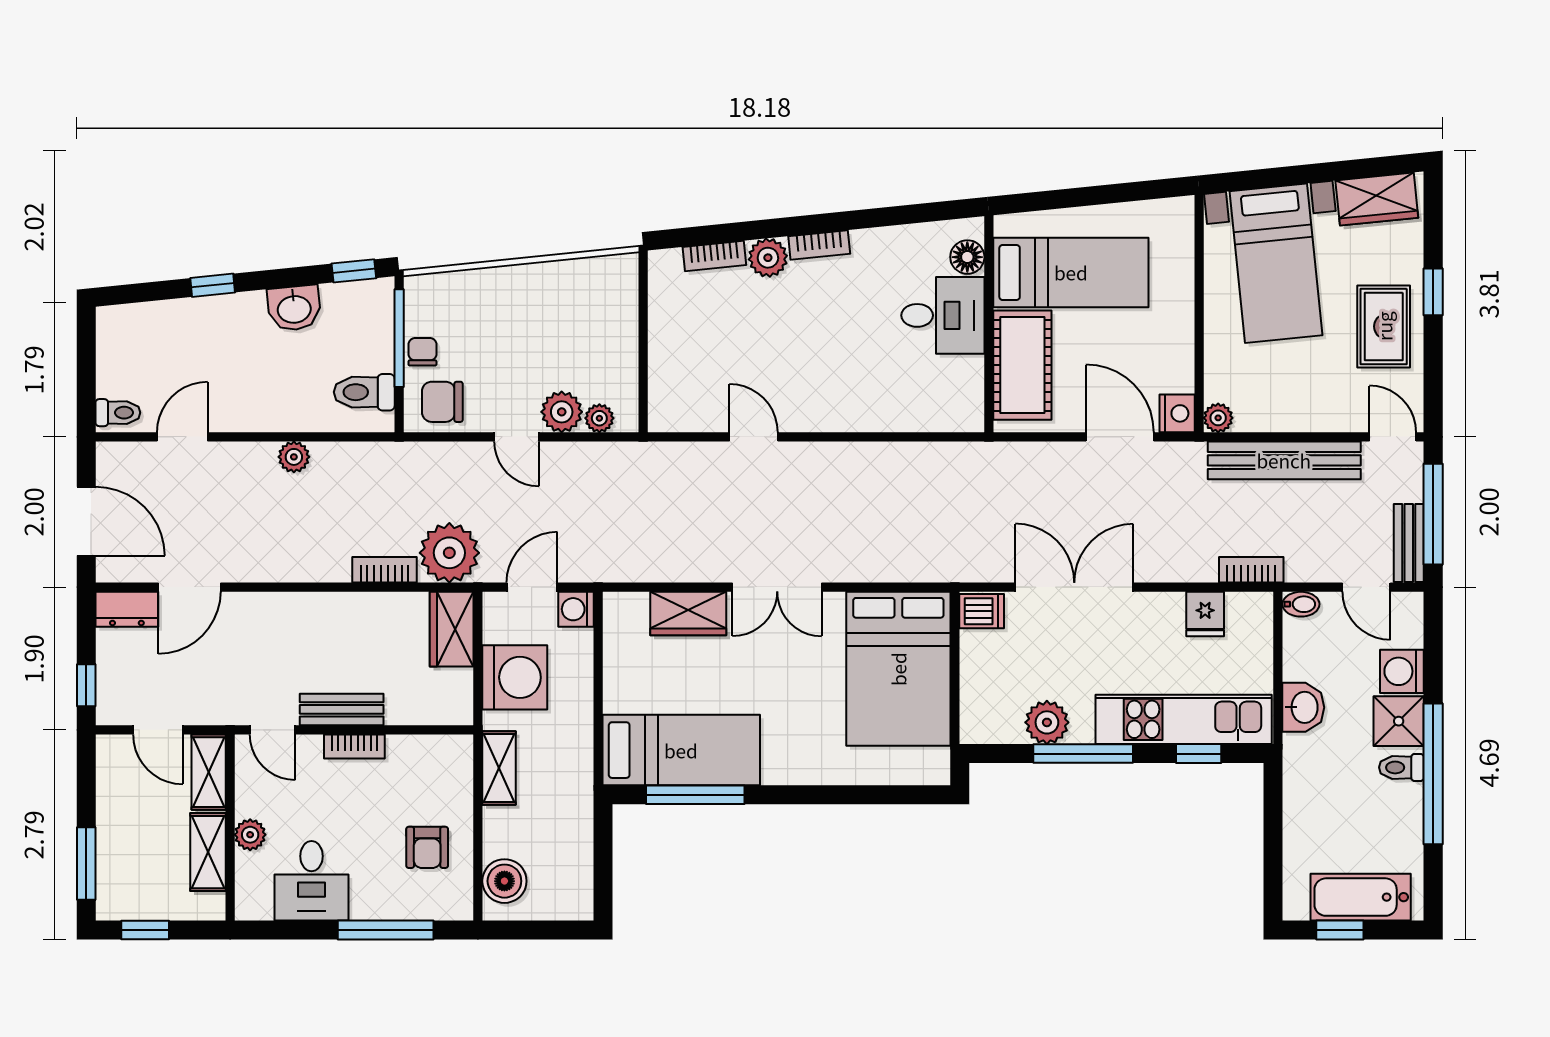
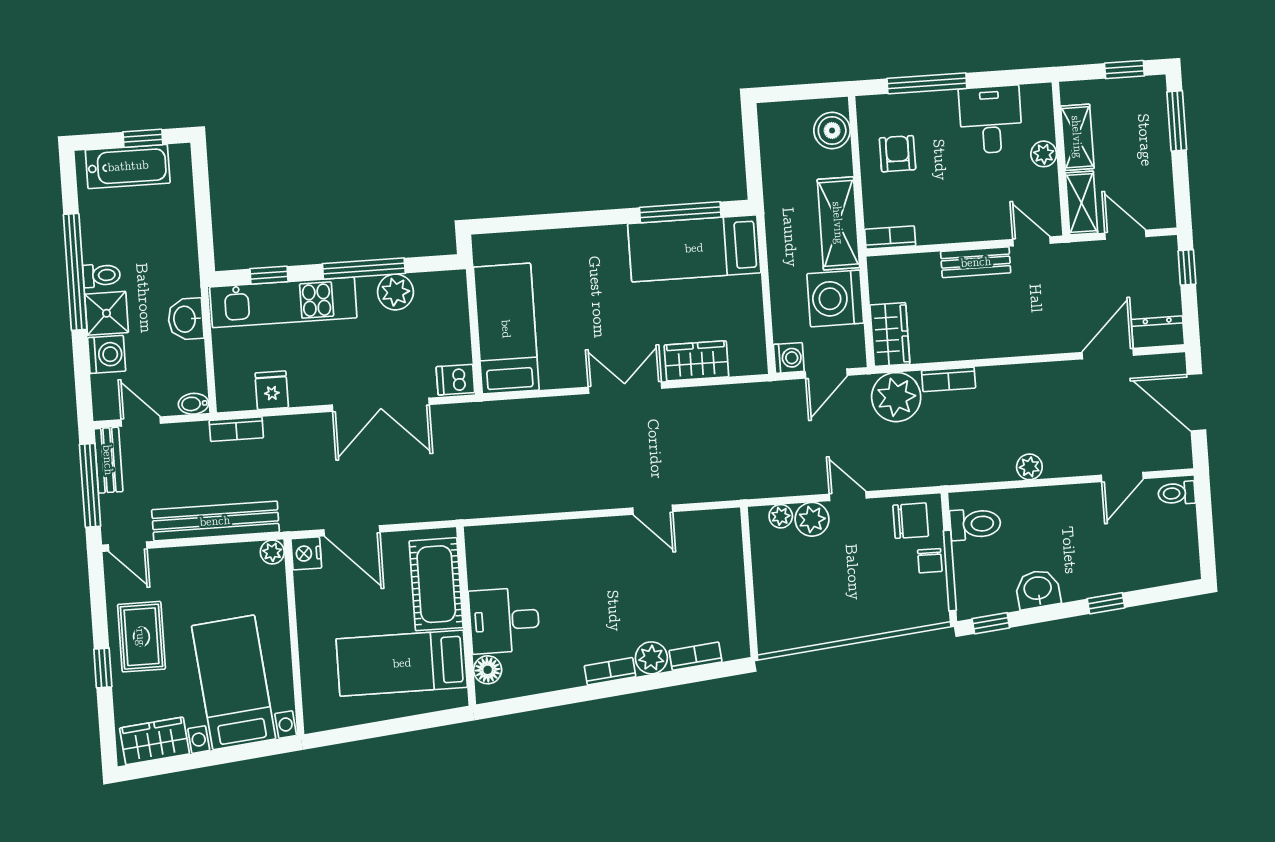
bed: (898, 669) -> (506, 329), width x0.67
bookcase: (354, 746) -> (890, 238), moved
shelving: (499, 768) -> (838, 223), width x1.50, depth x1.33

